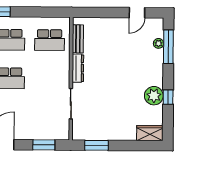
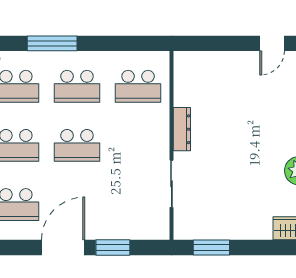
bench: (78, 39) -> (182, 84), removed
window: (44, 145) -> (113, 247), moved

